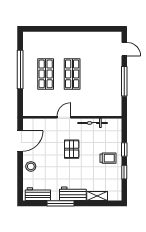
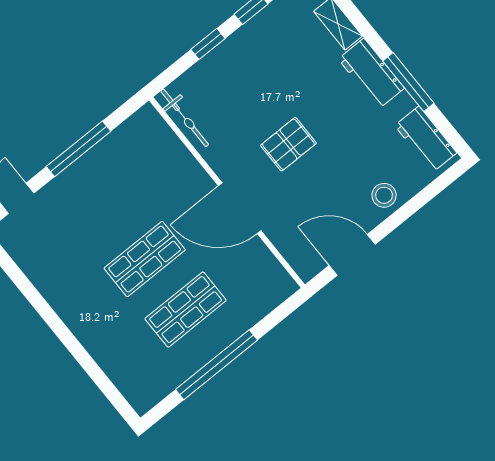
door: (64, 117) -> (240, 208), width x1.87
bicycle: (93, 123) -> (185, 118), moved
trolley: (108, 158) -> (249, 61), removed

